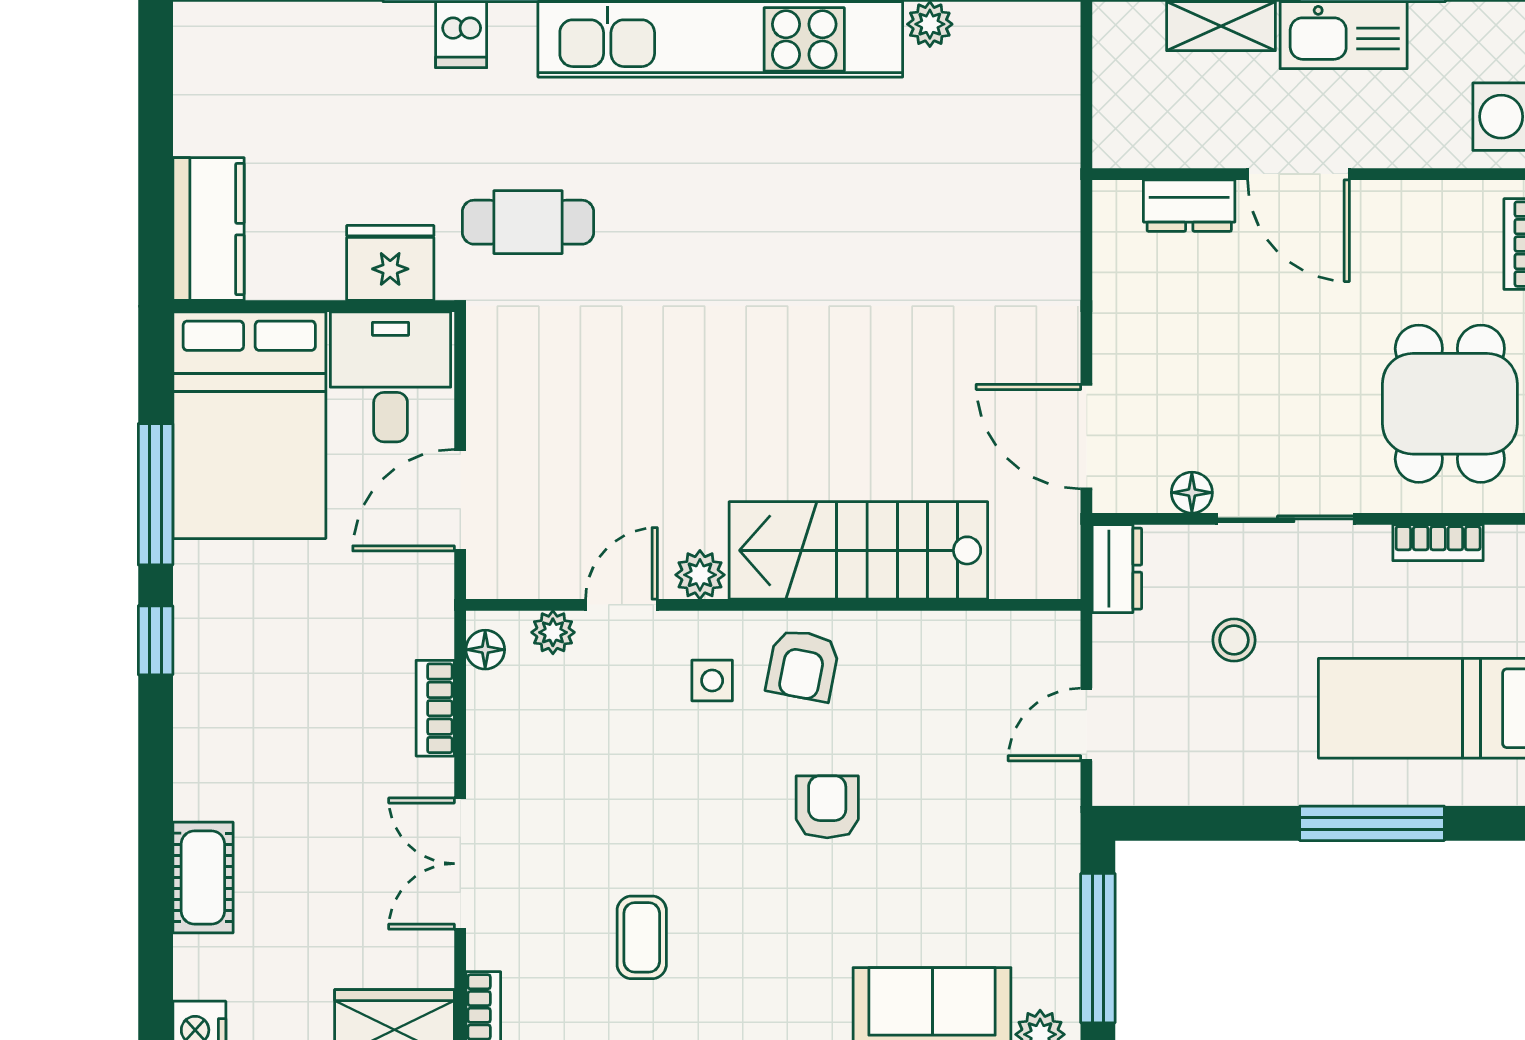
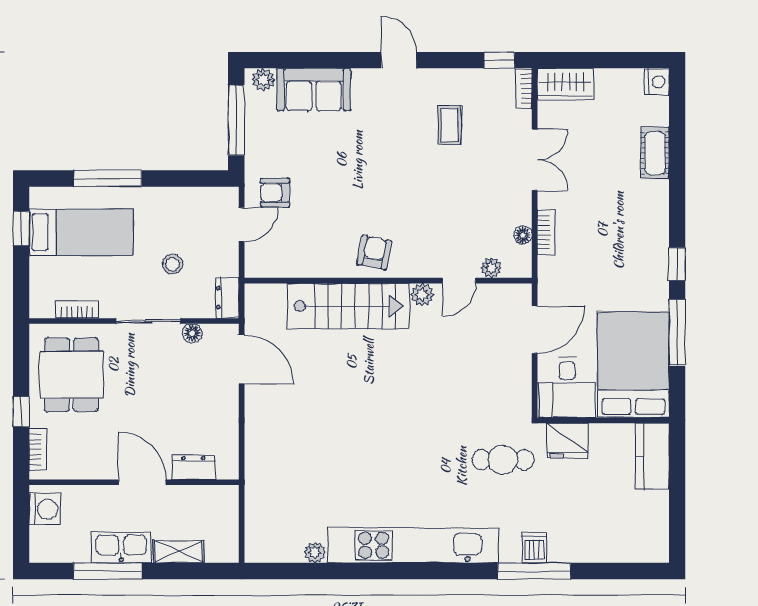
floor lamp: (485, 650) -> (523, 235), moved
side table: (712, 681) -> (417, 245), removed
armchair: (827, 807) -> (275, 193), moved, turned 90

